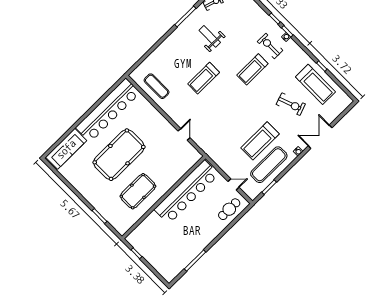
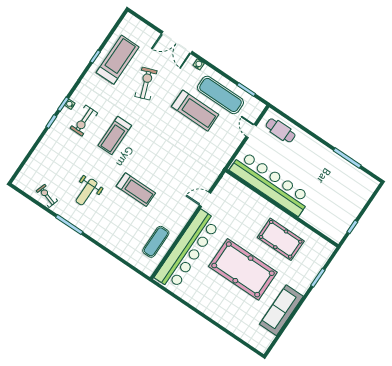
treadmill: (252, 69) -> (115, 135), turned 90
bar counter: (108, 110) -> (188, 250), moved, turned 90
sofa: (66, 149) -> (281, 310), moved, turned -90

